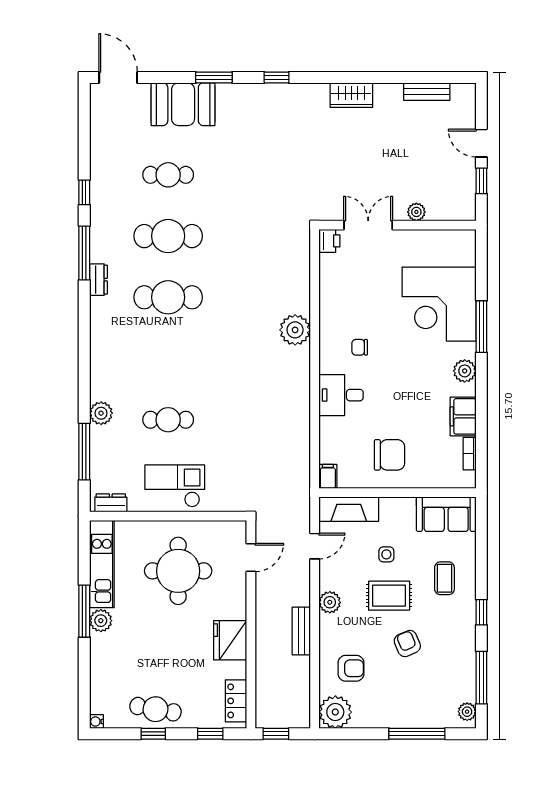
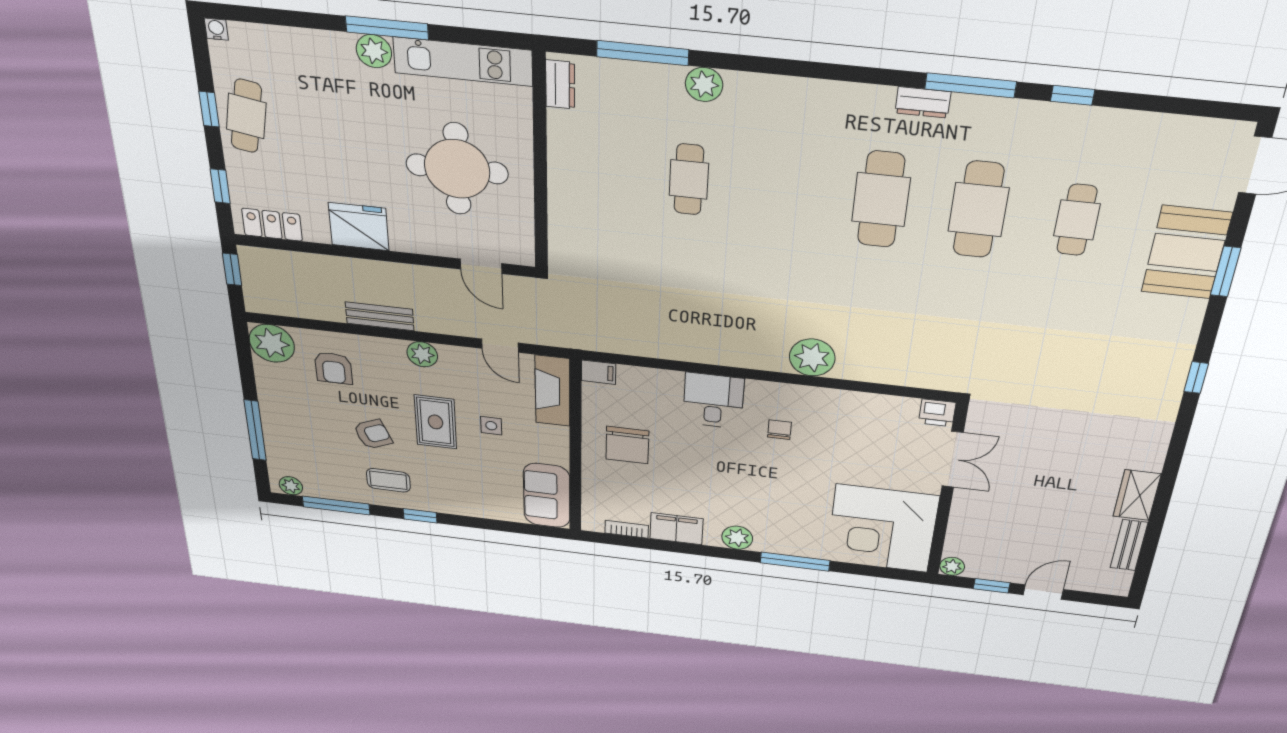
window: (214, 77) -> (1226, 271), moved
wardrobe: (351, 95) -> (1137, 495), moved
plant: (416, 212) -> (952, 566), moved
corner desk: (439, 304) -> (882, 529), moved, turned -90
checkout: (175, 486) -> (586, 178), removed
coffee table: (444, 578) -> (388, 480), moved

